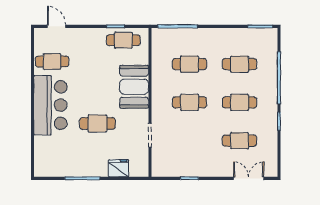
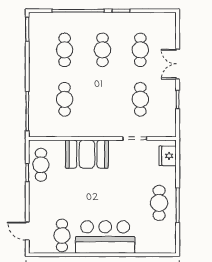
door: (56, 26) -> (27, 231), hinge flipped
cafe table: (189, 102) -> (140, 99), moved
cafe table: (97, 123) -> (159, 203), moved
fridge: (119, 168) -> (168, 156), moved
double door: (249, 178) -> (178, 64), moved

